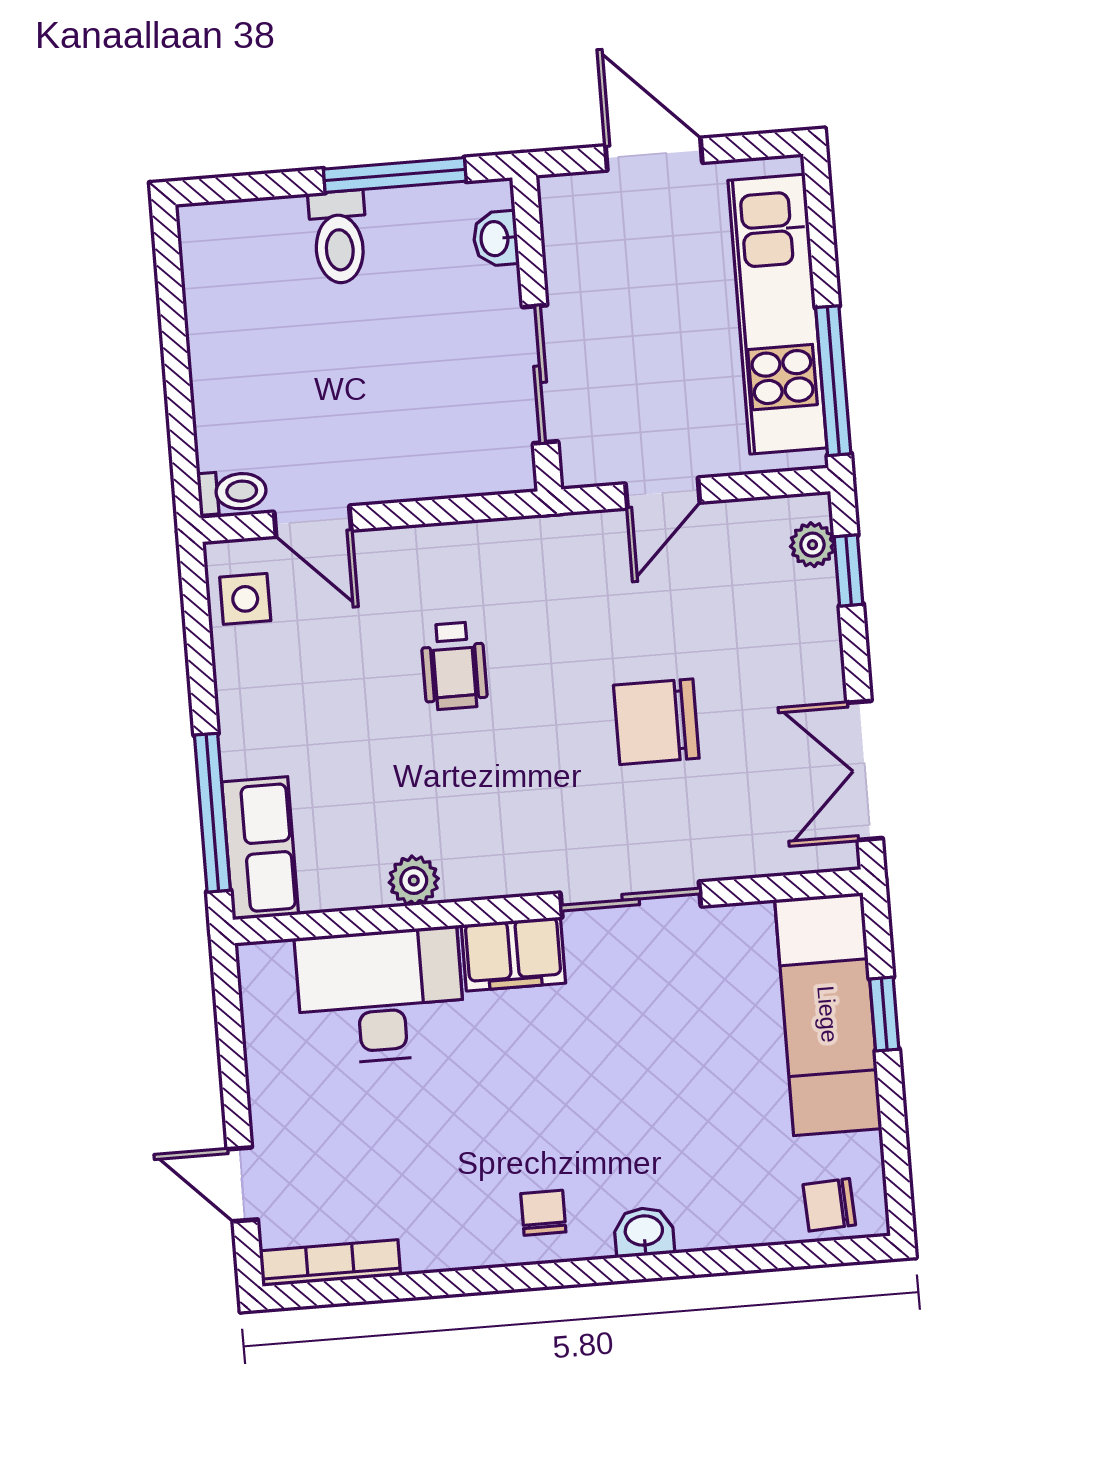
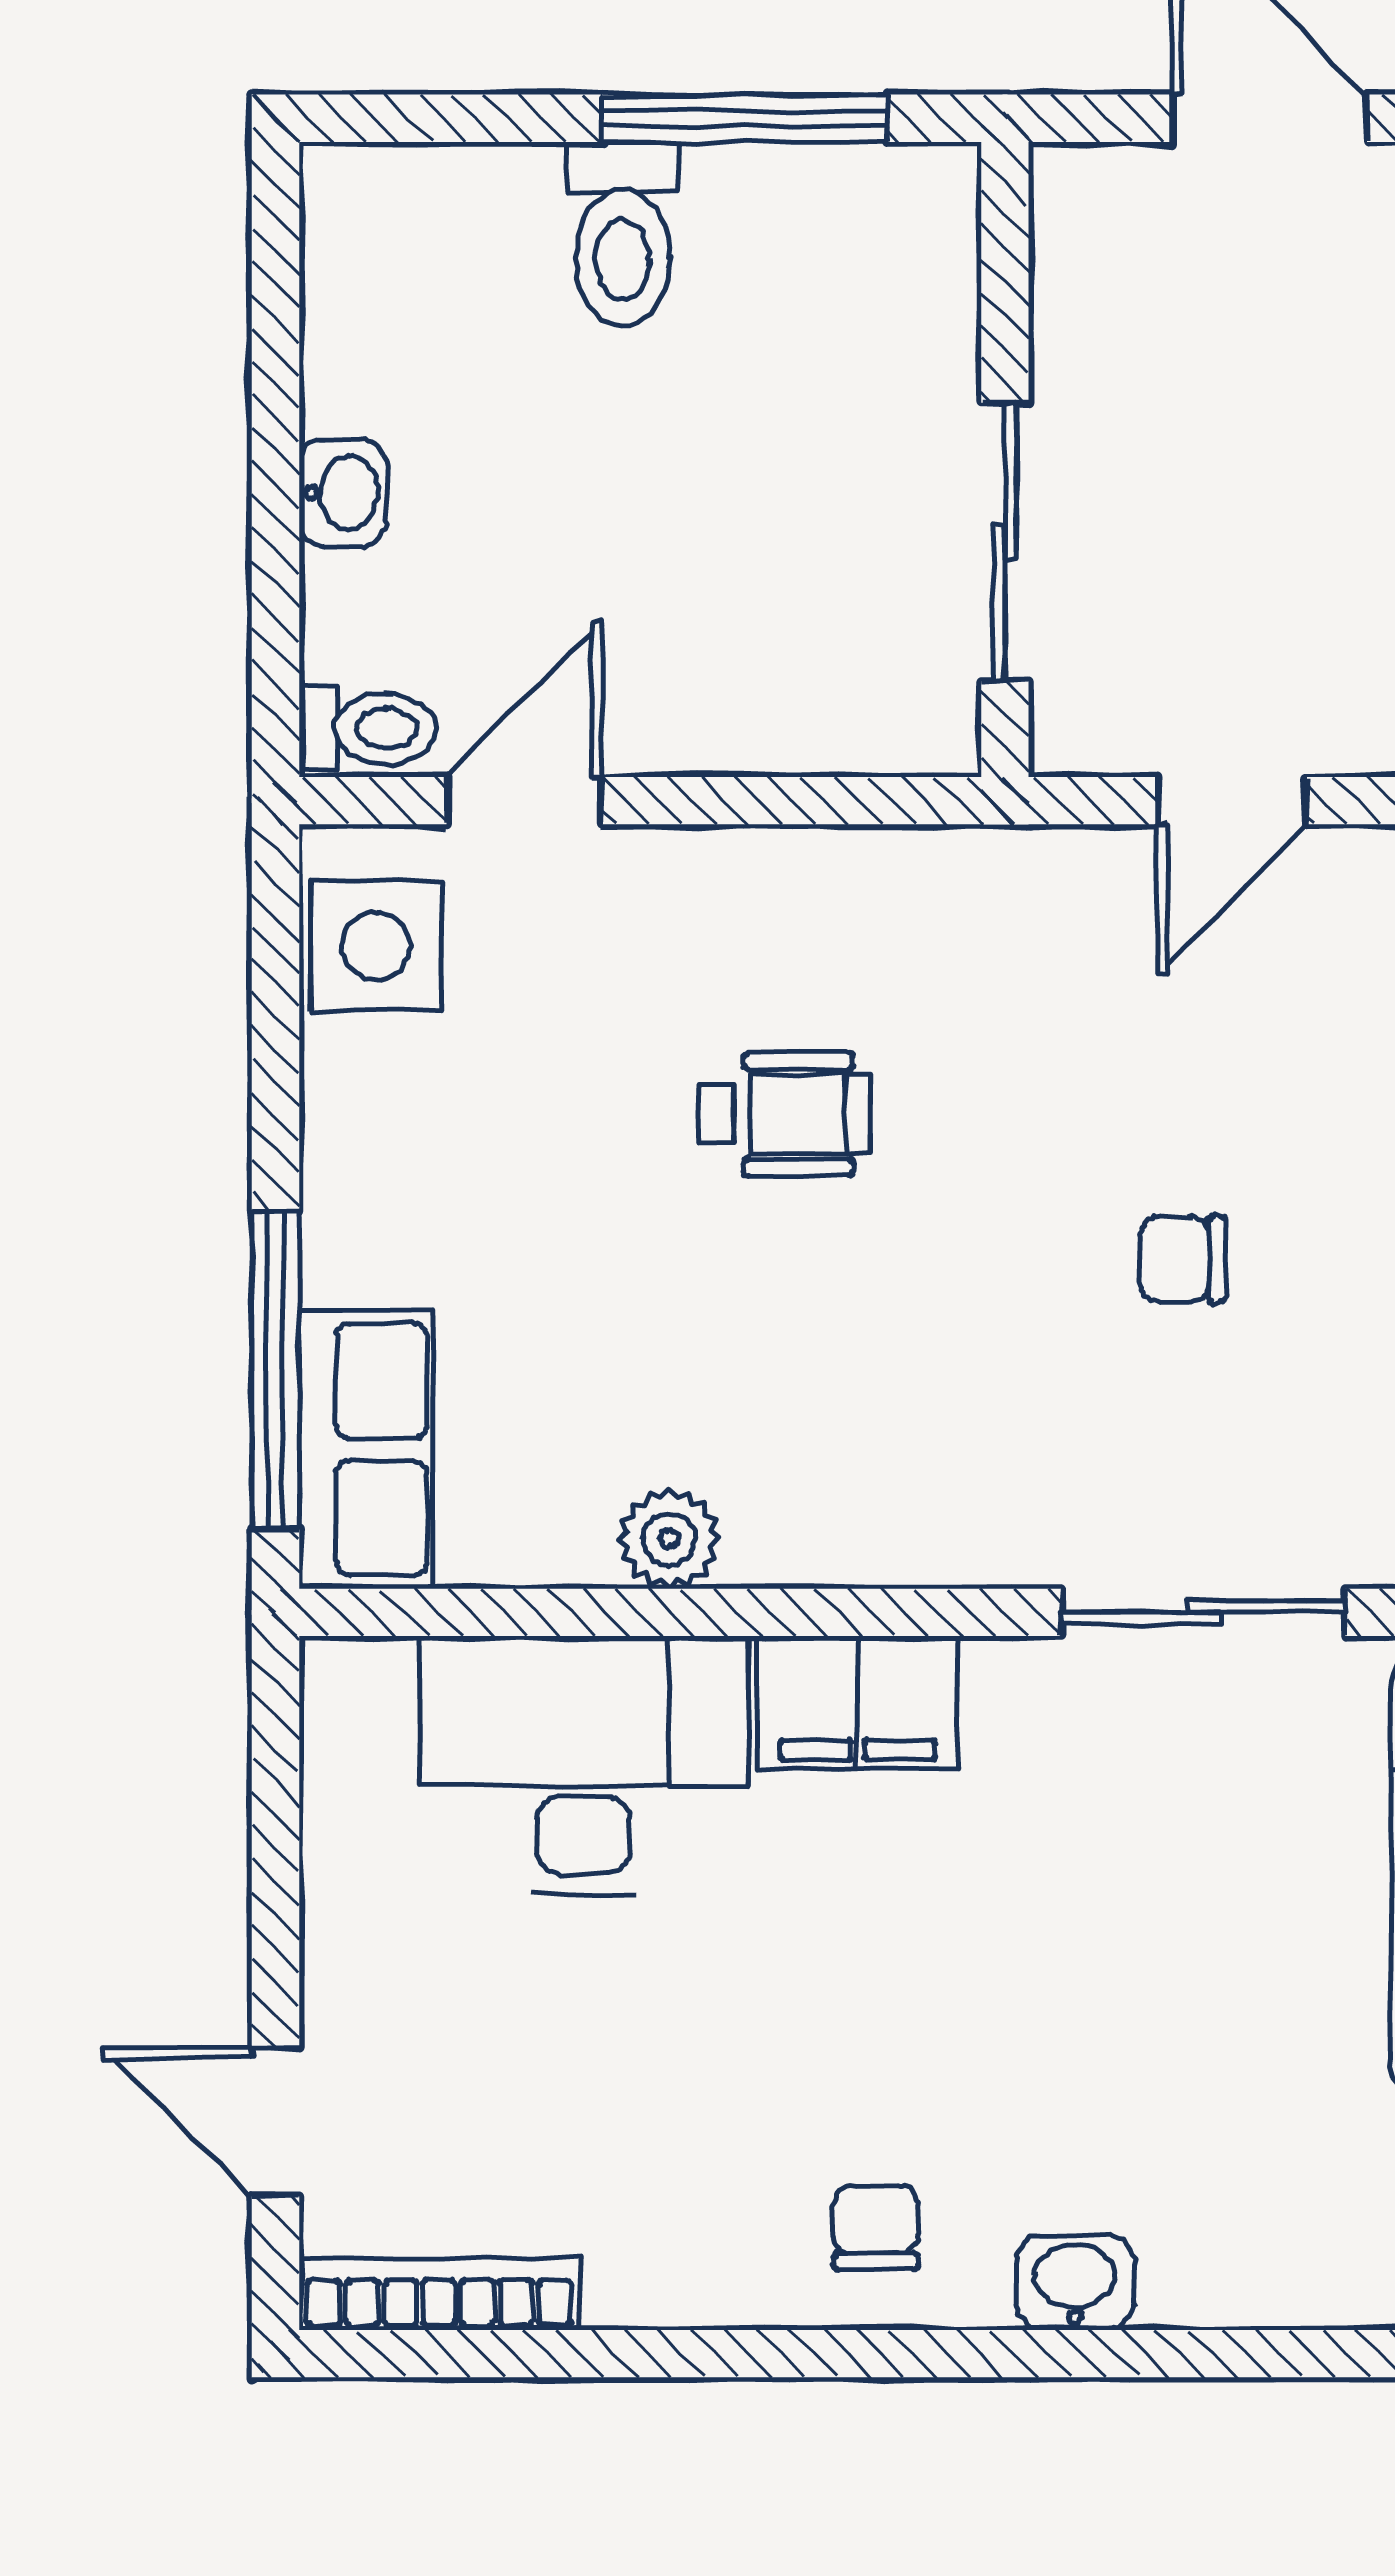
washbasin: (496, 239) -> (343, 493), moved, turned 180
door: (313, 521) -> (524, 801), swing flipped
side table: (245, 599) -> (376, 946), width x1.37, depth x1.37
wheelchair: (454, 666) -> (785, 1114), turned -90
chair: (656, 722) -> (1182, 1259), width x0.54, depth x0.54
sliding door: (631, 900) -> (1204, 1612), moved

